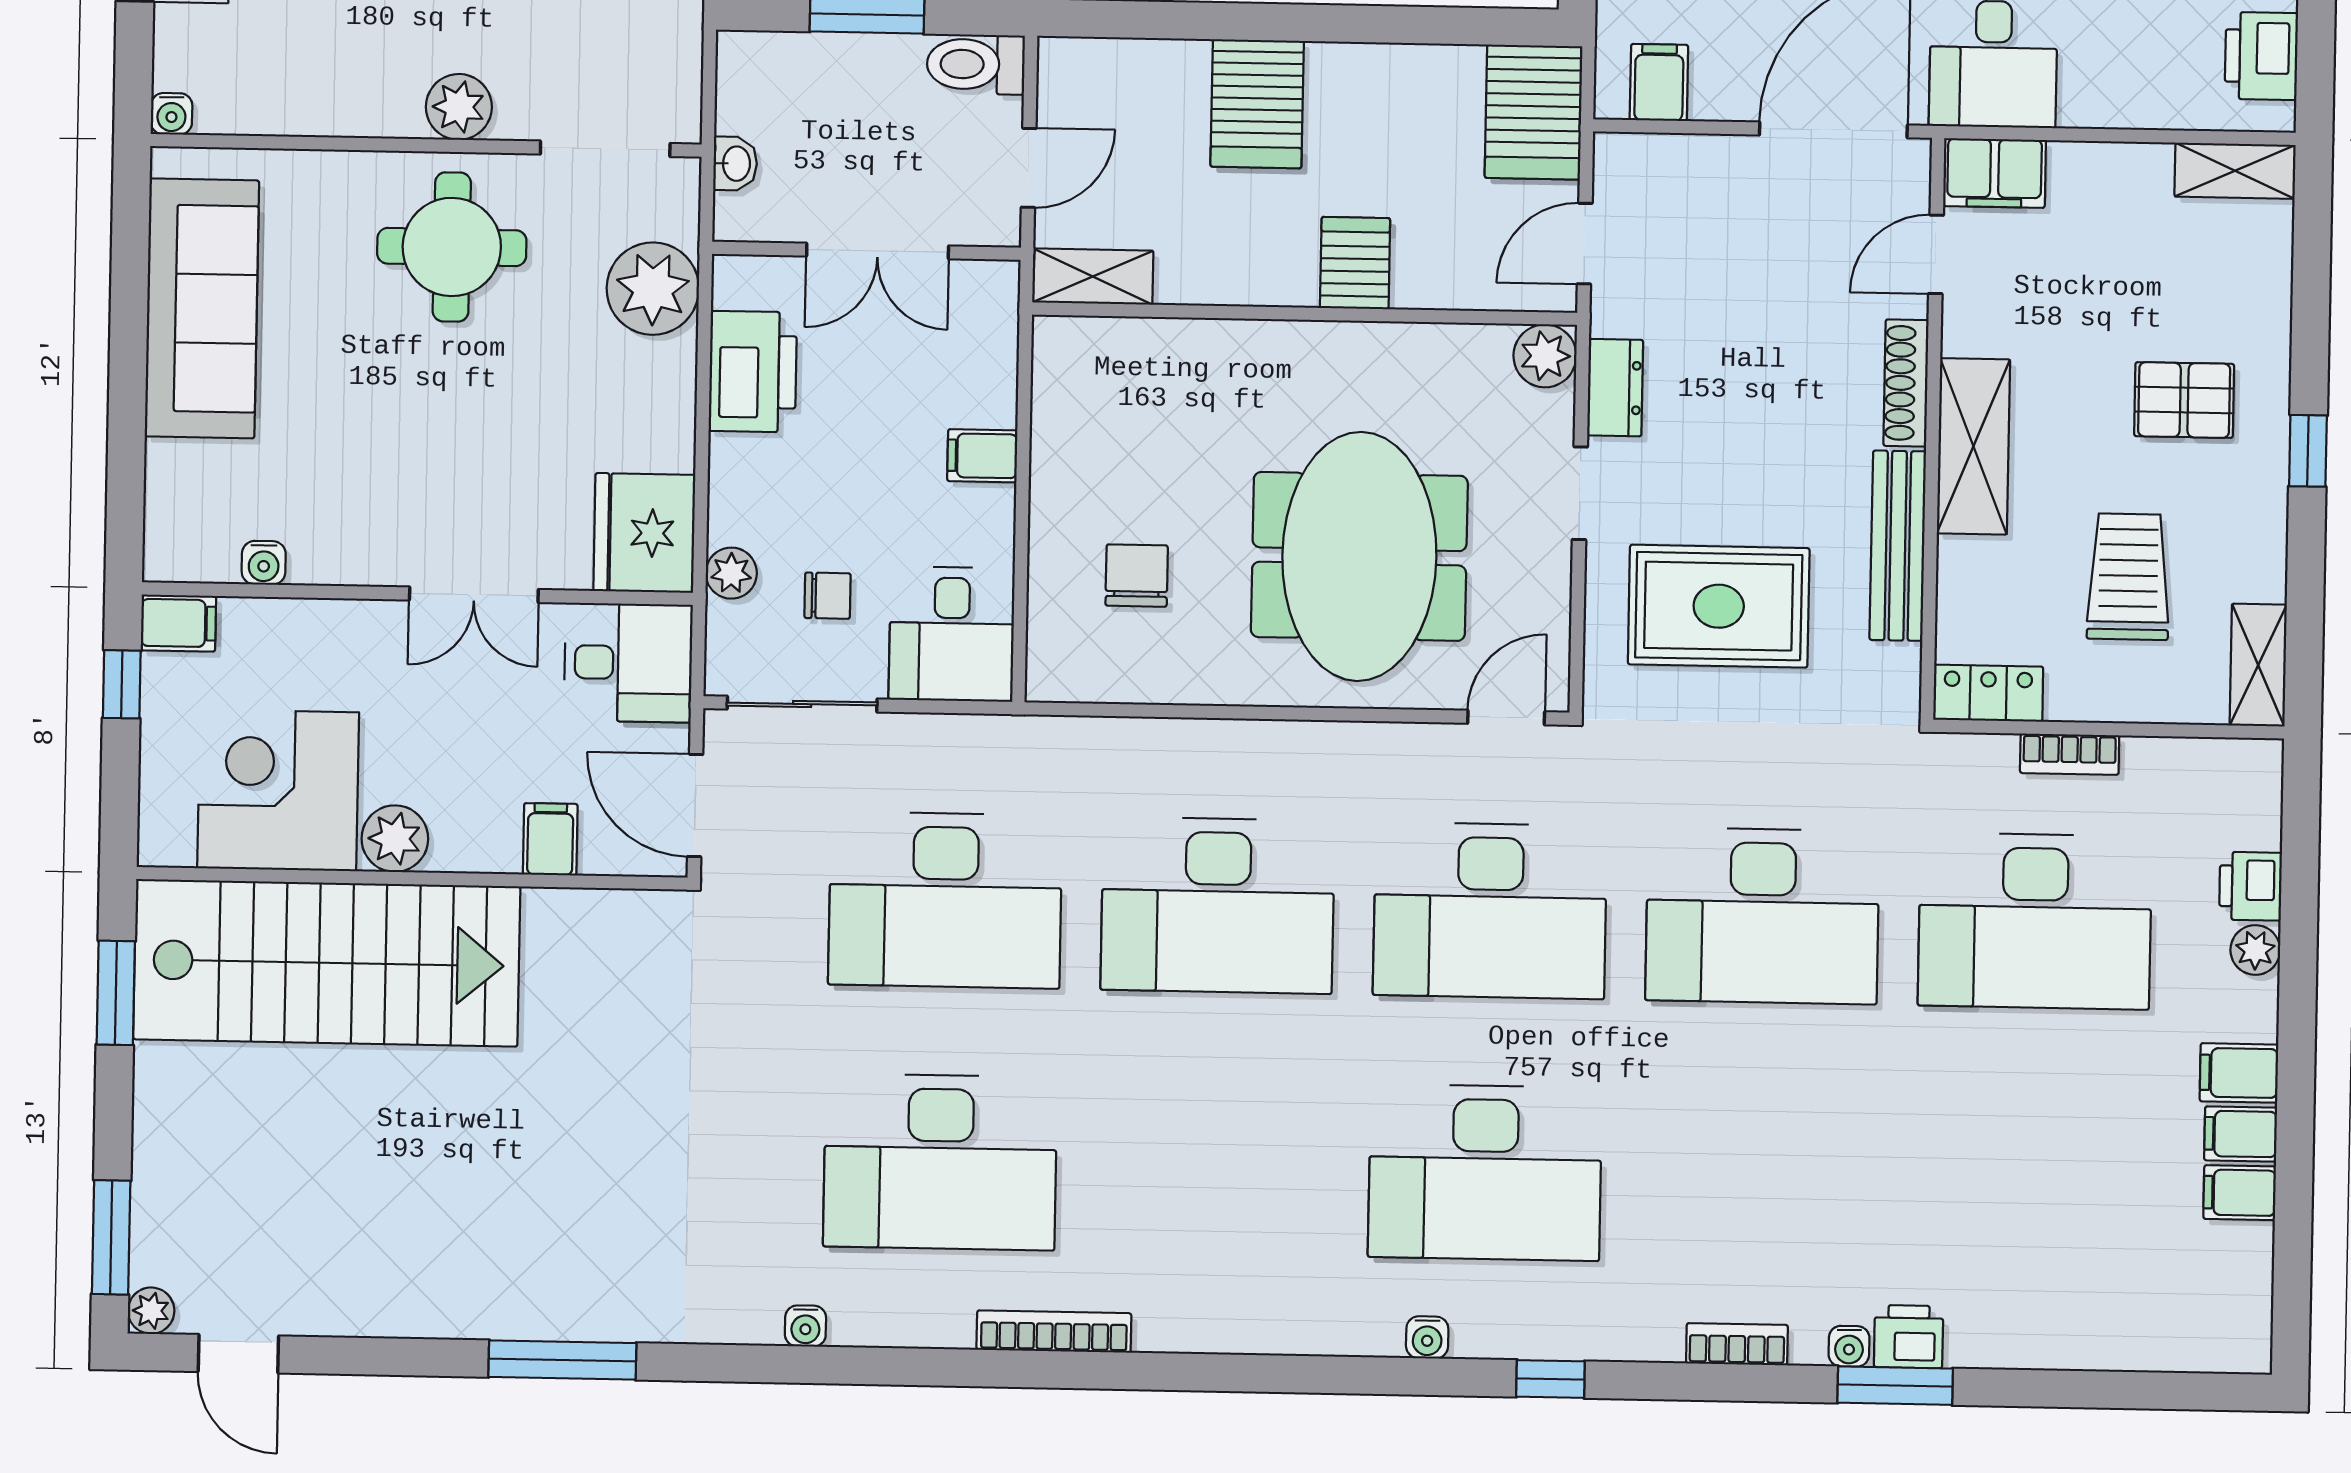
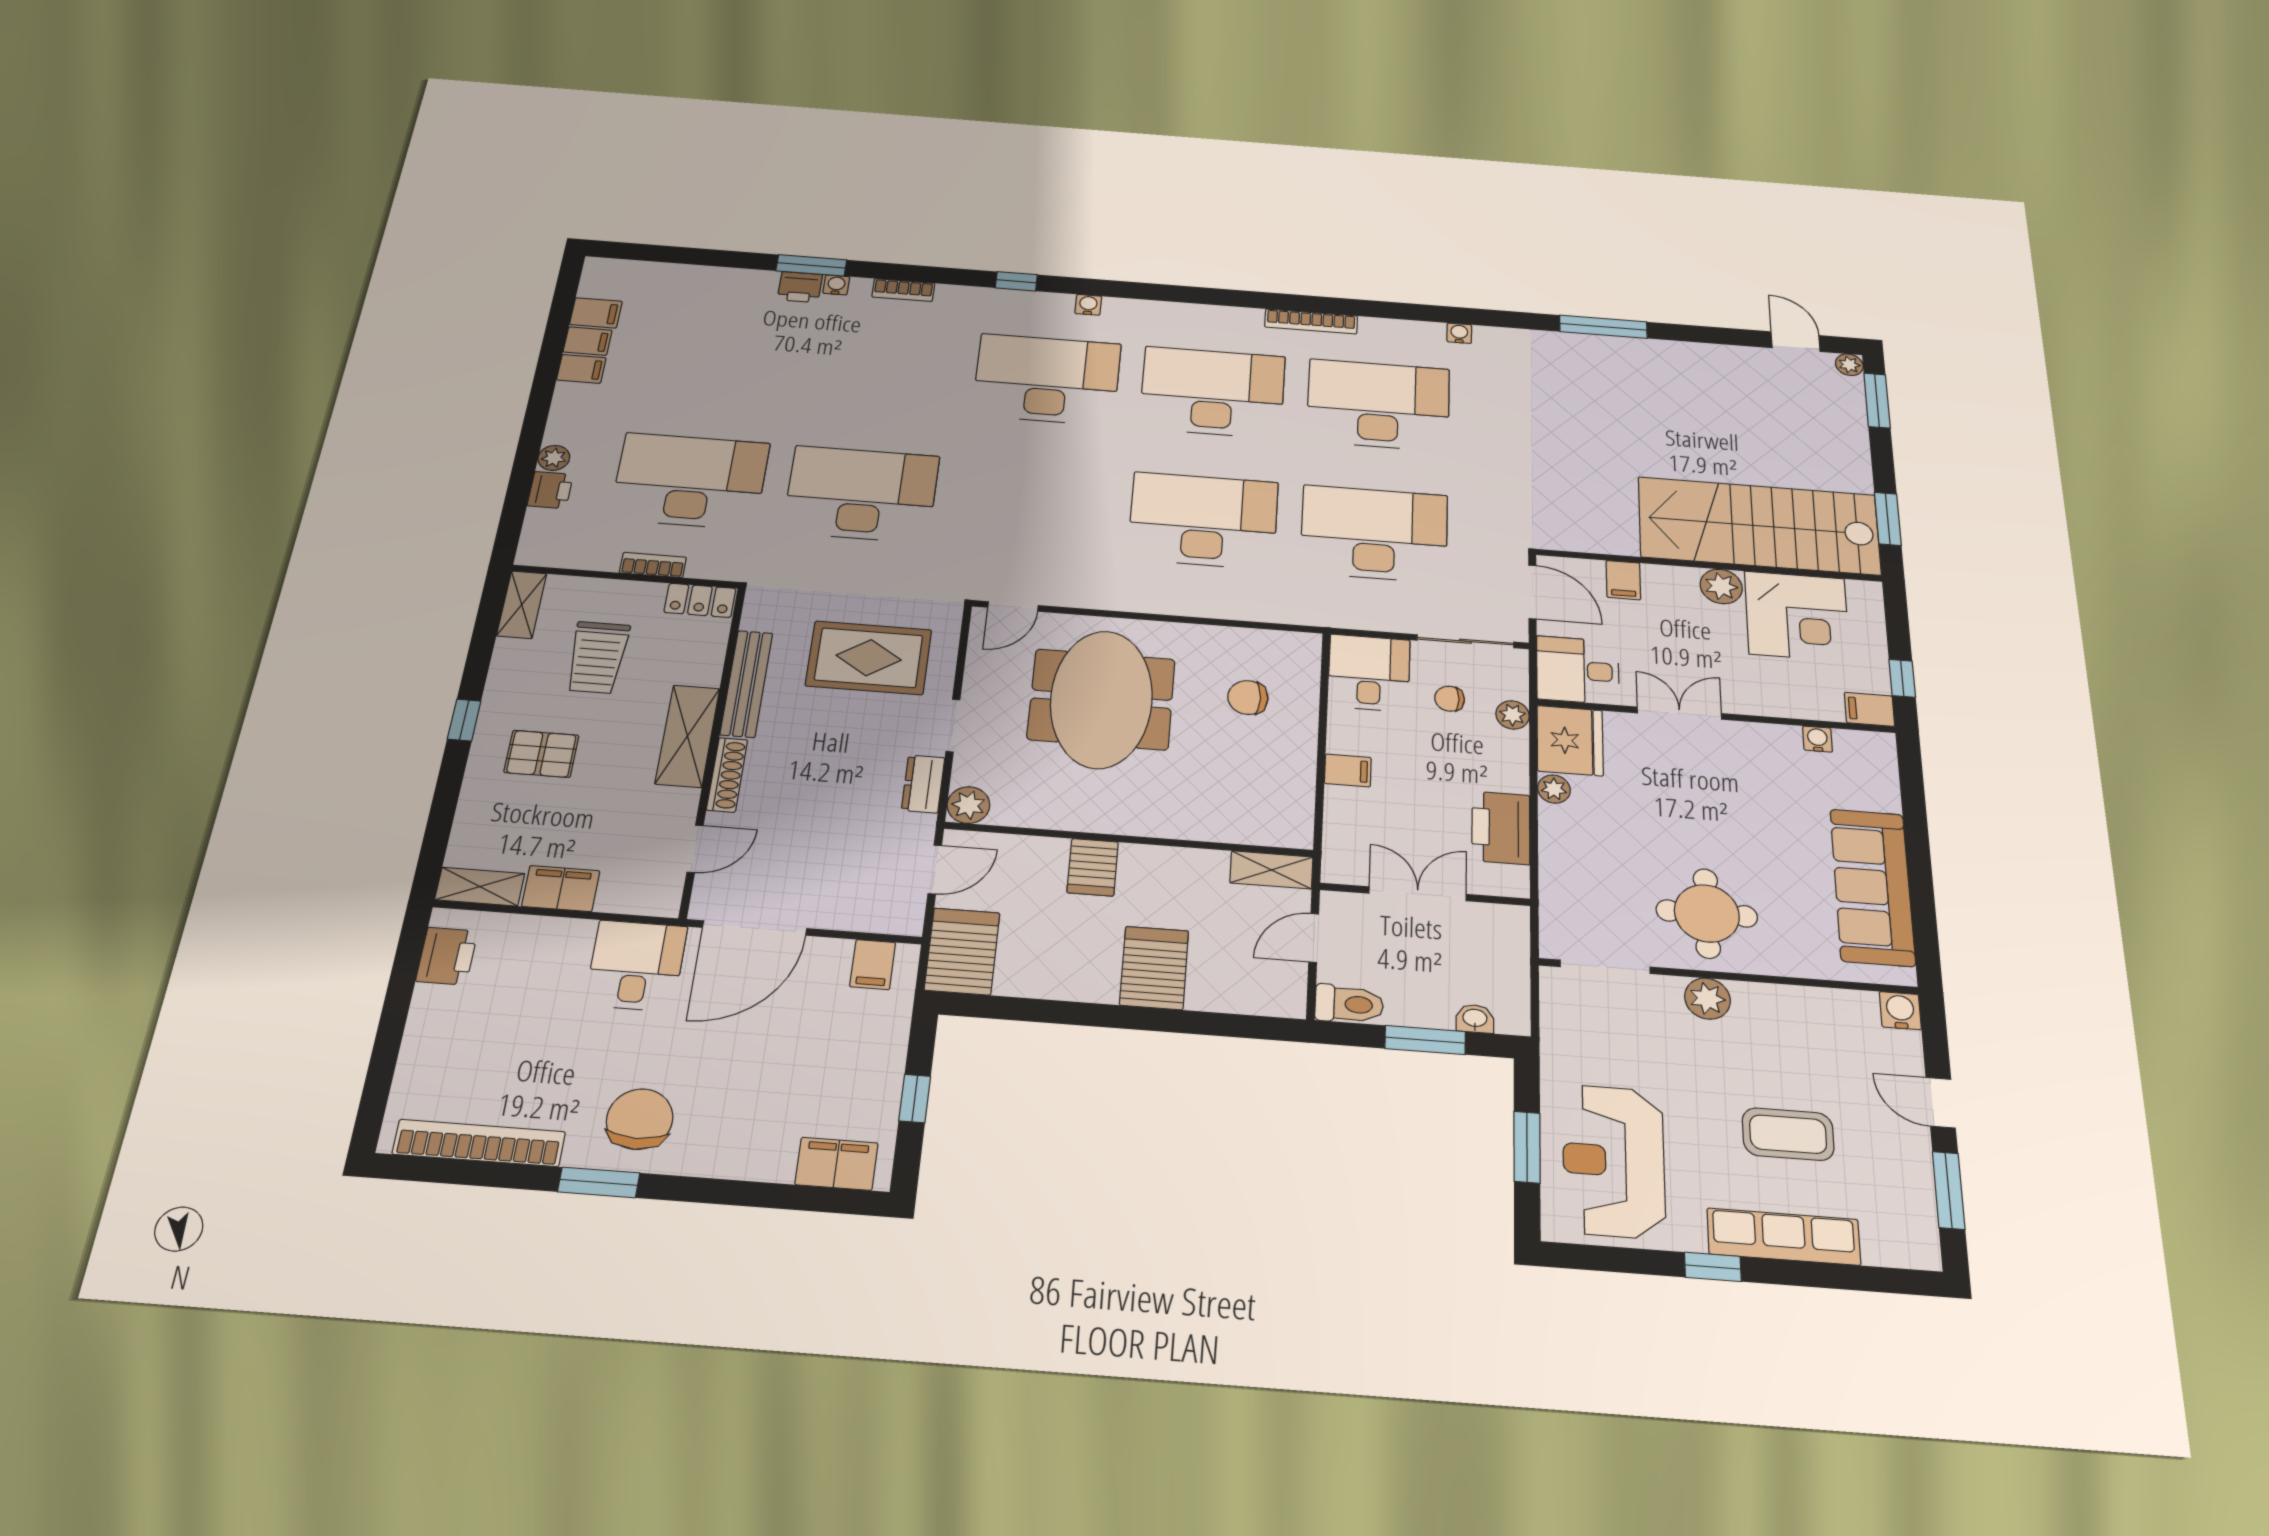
water cooler: (172, 114) -> (1900, 1011), width x1.38, depth x1.38
washbasin: (735, 164) -> (1475, 1019), moved, turned 90
filing cabinet: (1994, 173) -> (561, 889), moved
plant: (653, 289) -> (1554, 789), moved, width x0.53, depth x0.53
chair: (1137, 576) -> (1248, 698), turned 90
desk: (1490, 911) -> (1213, 392), moved
filing cabinet: (2239, 1073) -> (596, 313), moved

